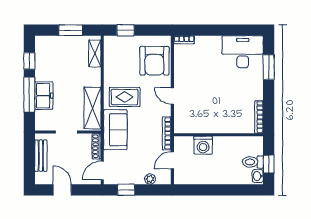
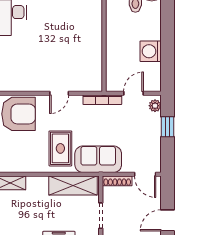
washing machine: (203, 145) -> (151, 51), moved, turned 180
door: (172, 160) -> (133, 93), swing flipped
plant: (150, 179) -> (155, 106), moved
window: (126, 190) -> (167, 127), moved

